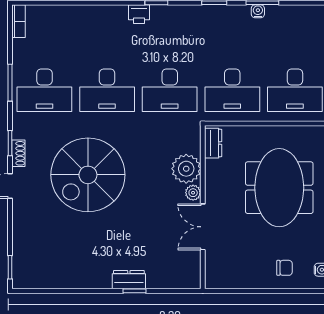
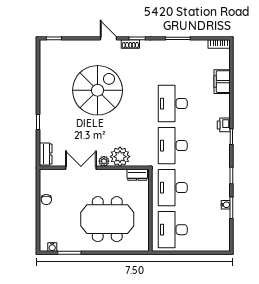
filing cabinet: (74, 17) -> (222, 82), added
desk: (44, 90) -> (173, 61), removed
spiral stairs: (88, 175) -> (98, 90), moved, turned 90
chair: (285, 268) -> (46, 200), moved
dresser: (129, 280) -> (46, 154), moved

